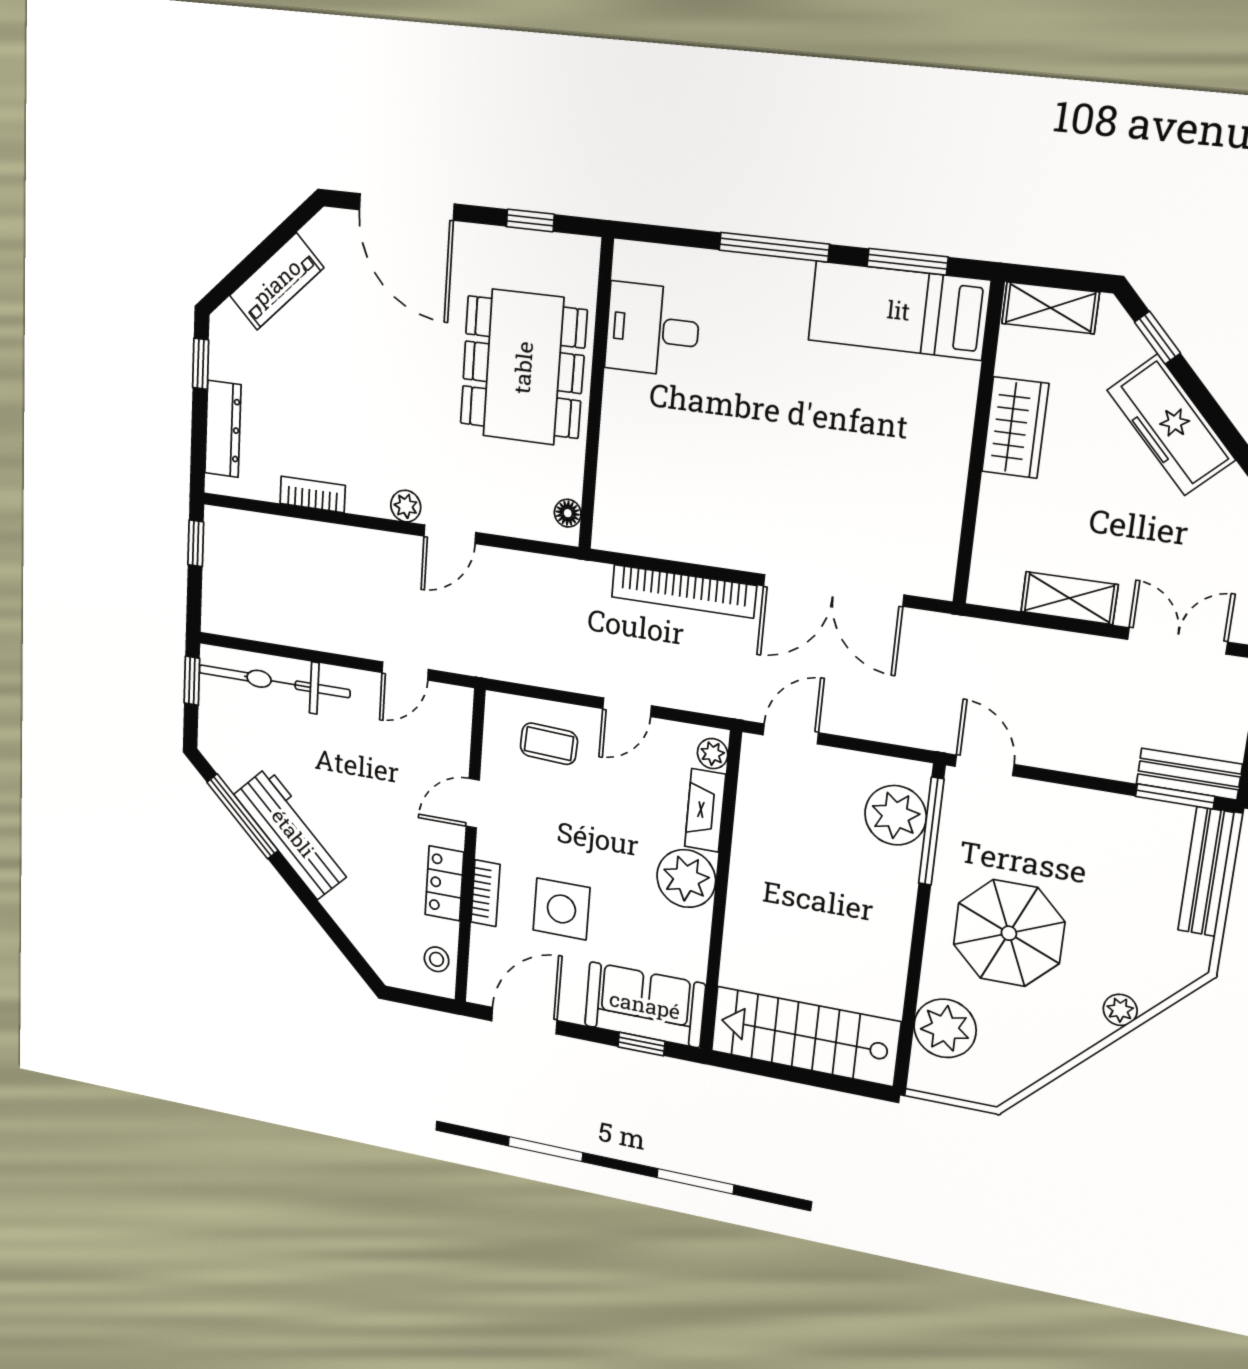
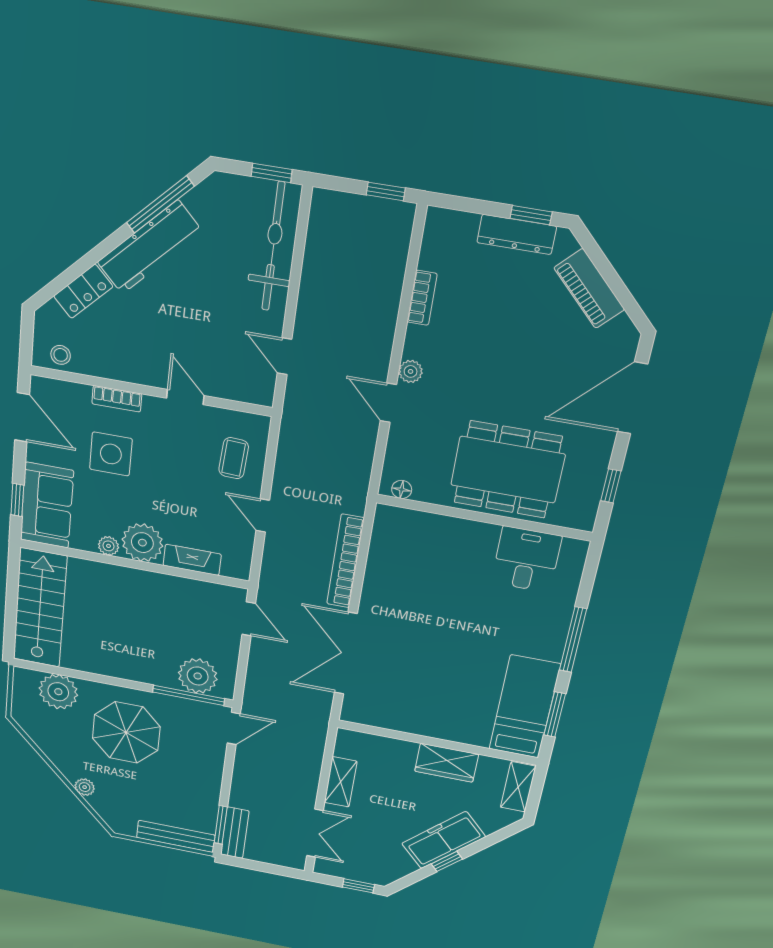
window: (1157, 338) -> (447, 861), moved
dresser: (223, 429) -> (517, 234), moved
plant: (713, 754) -> (108, 546), moved
locker: (444, 883) -> (83, 291), moved, turned 135

